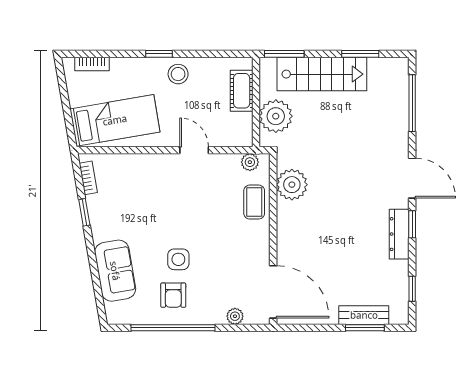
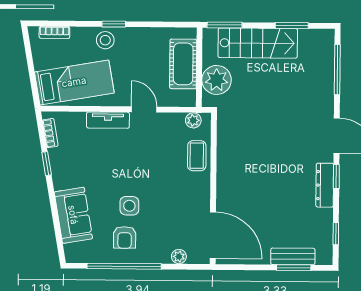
stool: (178, 74) -> (105, 40), moved
cot: (242, 91) -> (183, 64), width x1.37, depth x1.34
tv unit: (153, 163) -> (108, 120), added
plant: (292, 185) -> (230, 141), removed

